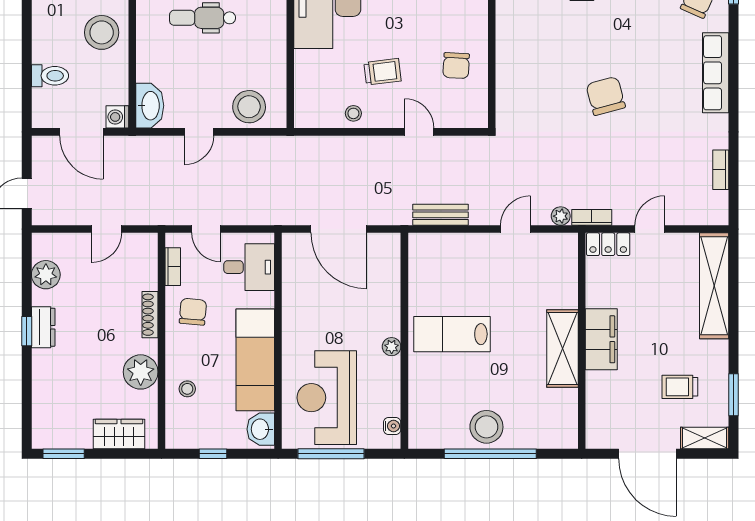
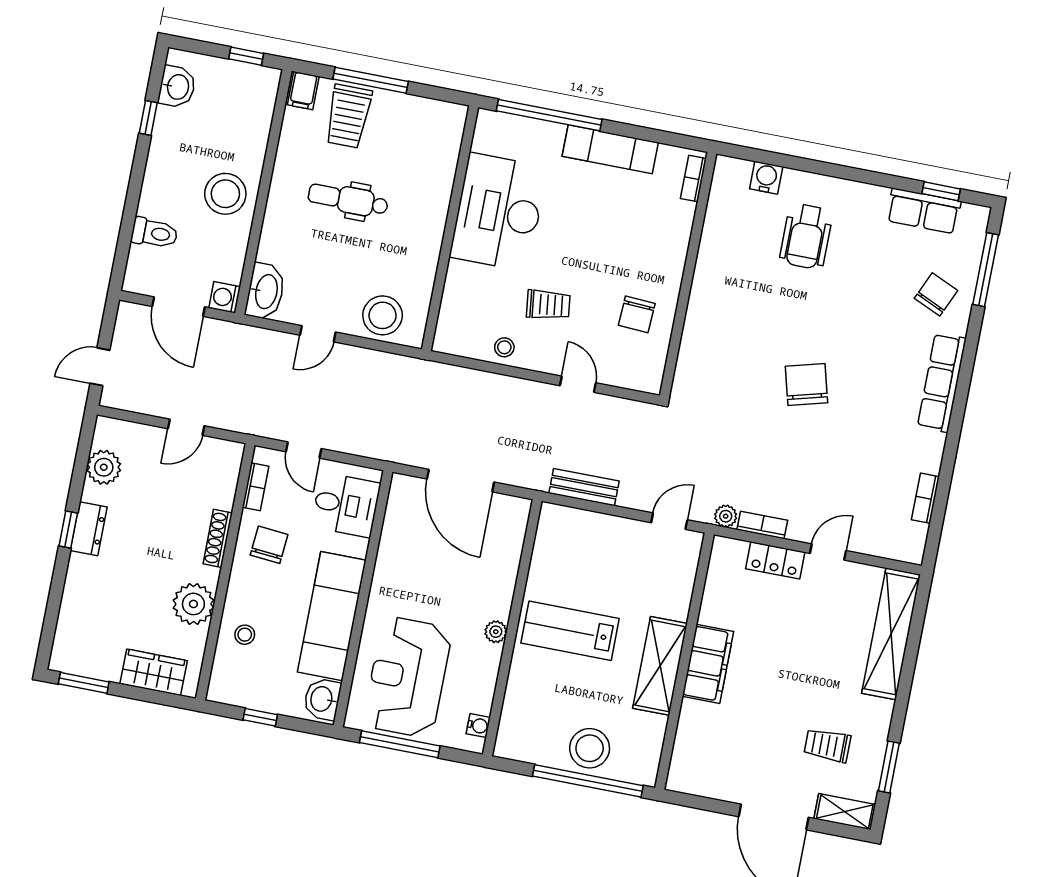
filing cabinet: (601, 339) -> (708, 664), moved
wall: (582, 341) -> (685, 661), moved
shelving: (562, 349) -> (660, 666), moved

